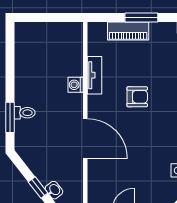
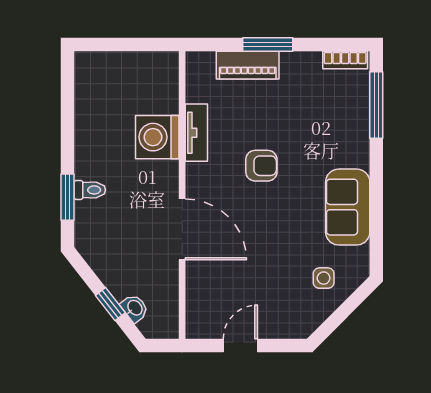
washing machine: (76, 85) -> (157, 137), width x1.89, depth x1.89

